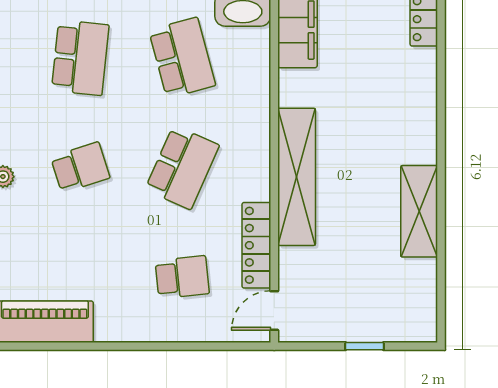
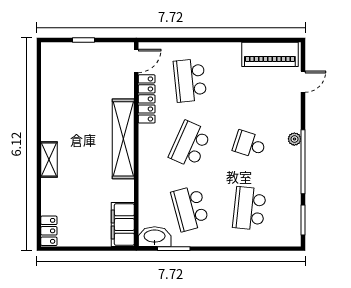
school desk: (80, 167) -> (249, 144), turned 36
shelving: (419, 211) -> (49, 159), moved, width x0.67, depth x0.75
school desk: (182, 277) -> (190, 80), width x1.85

